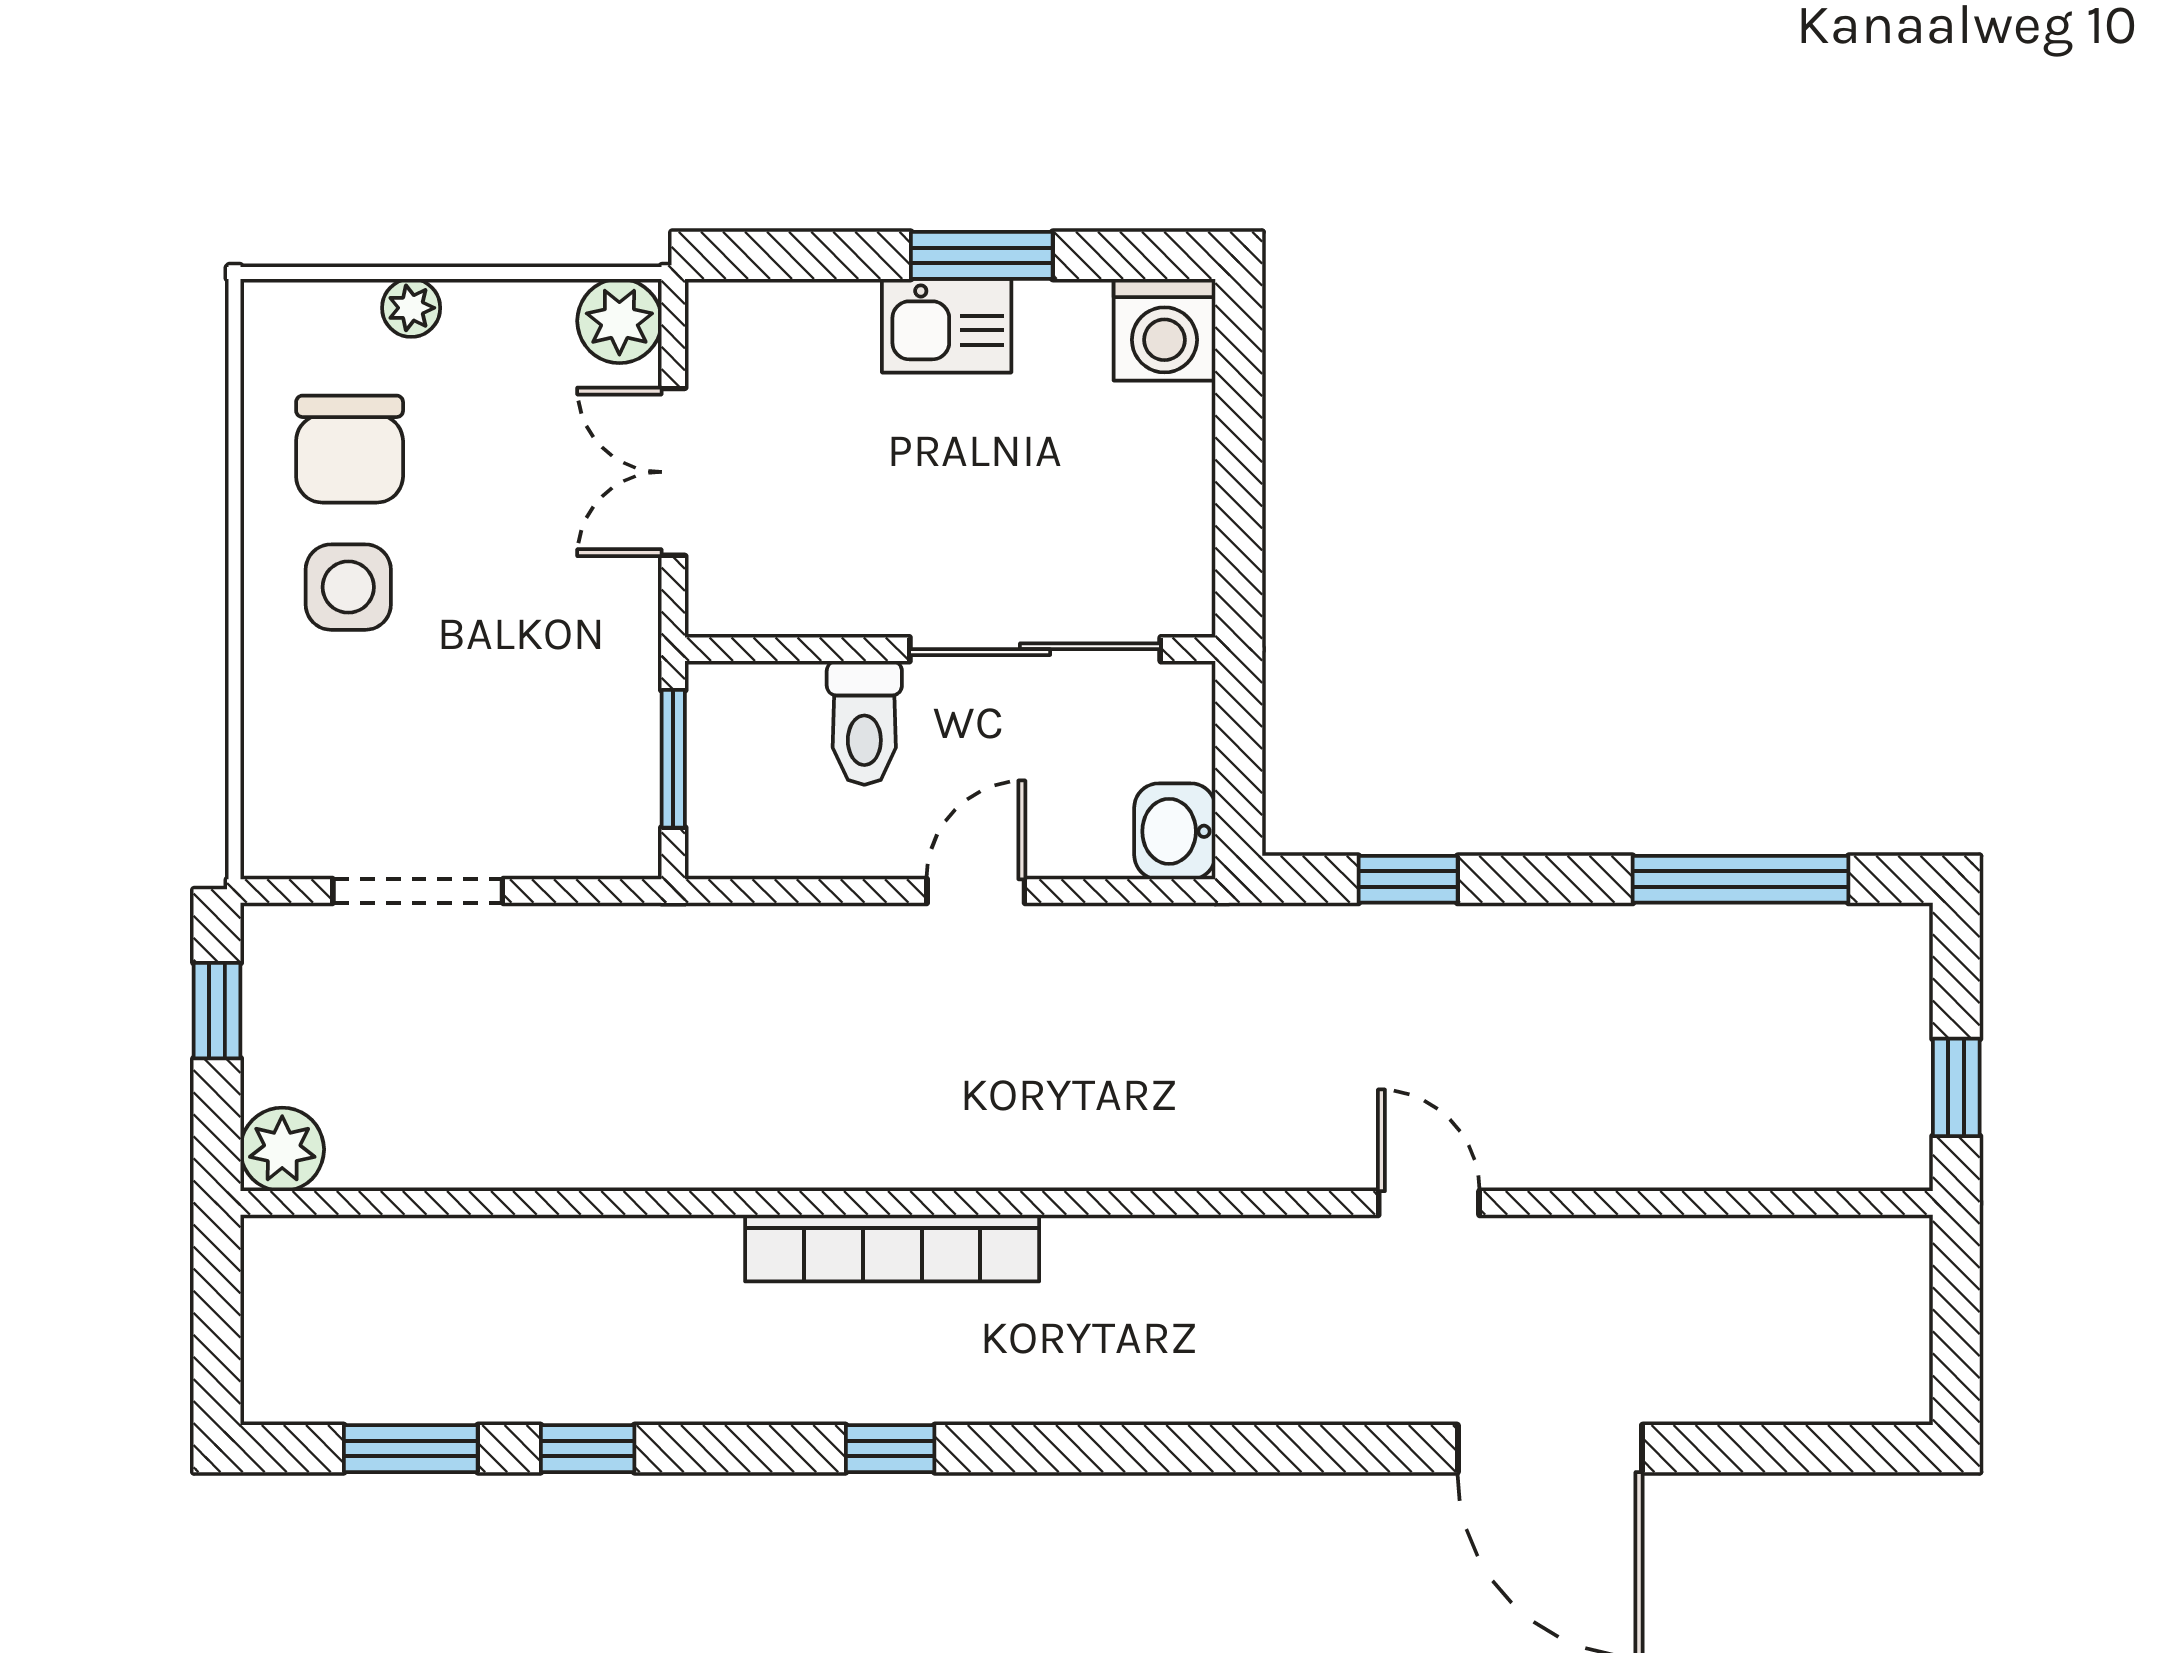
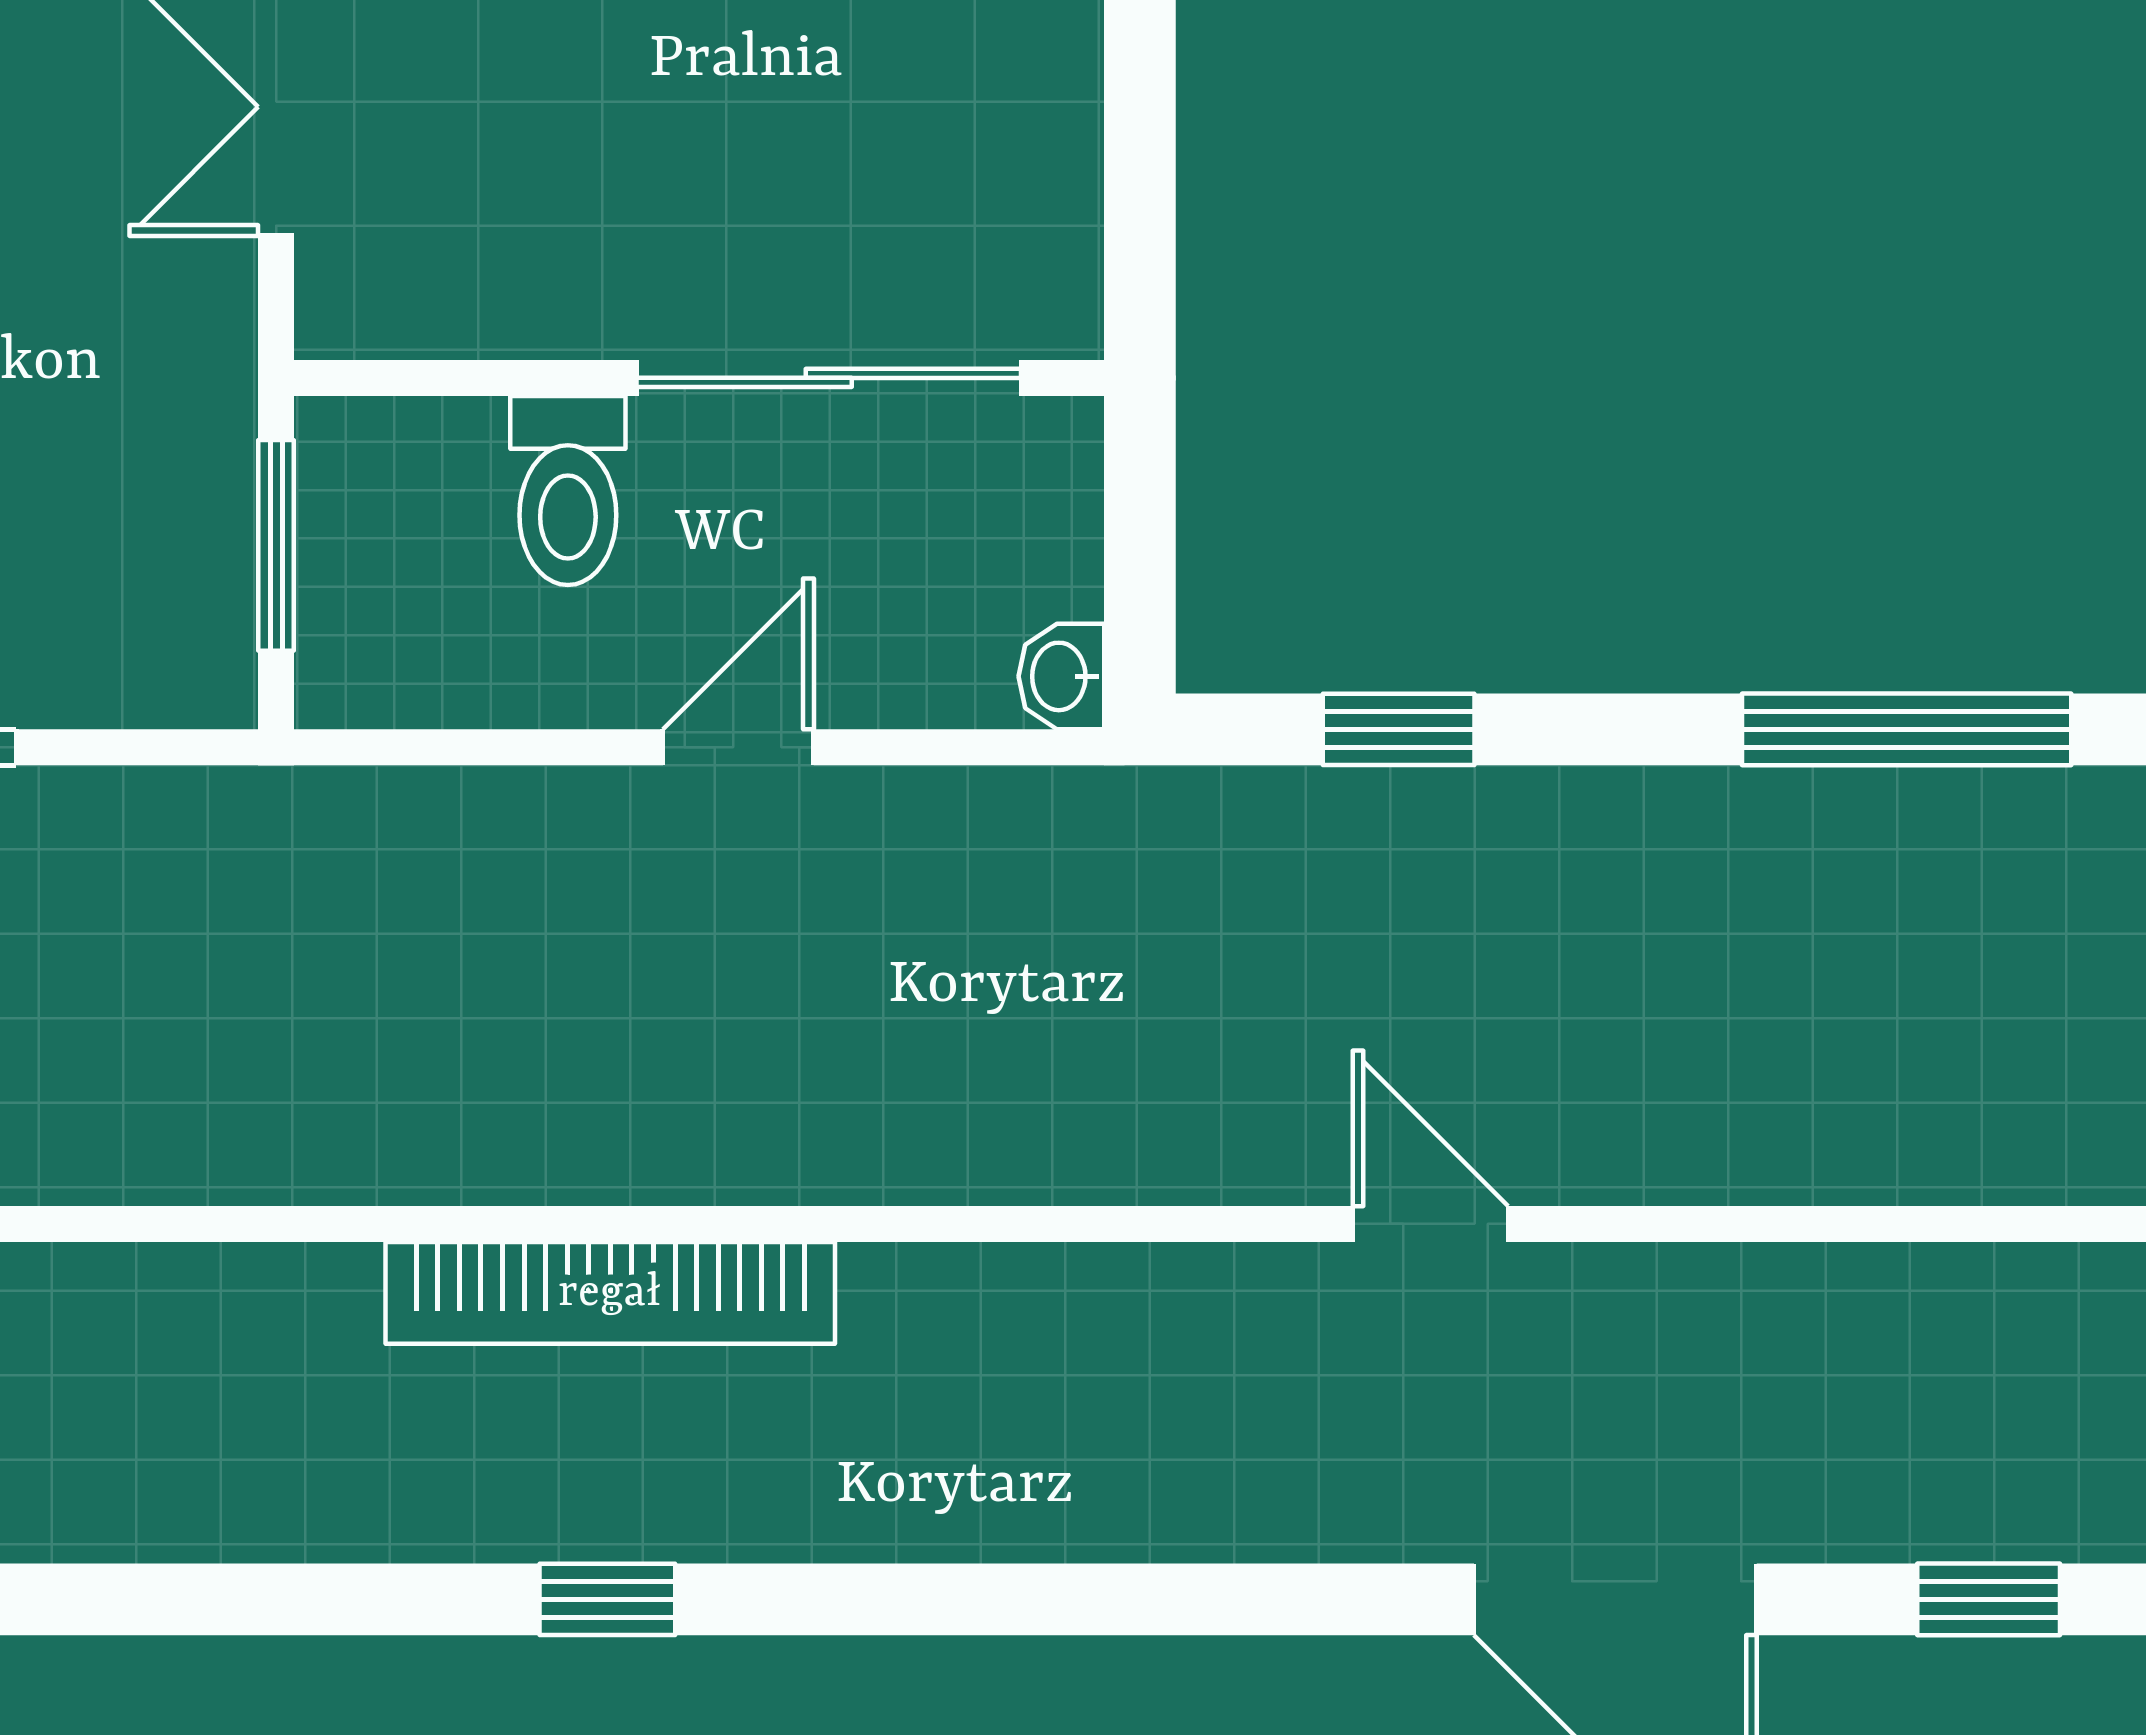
washbasin: (1175, 831) -> (1061, 676), width x0.72, depth x0.69
window: (588, 1449) -> (1989, 1599), moved

